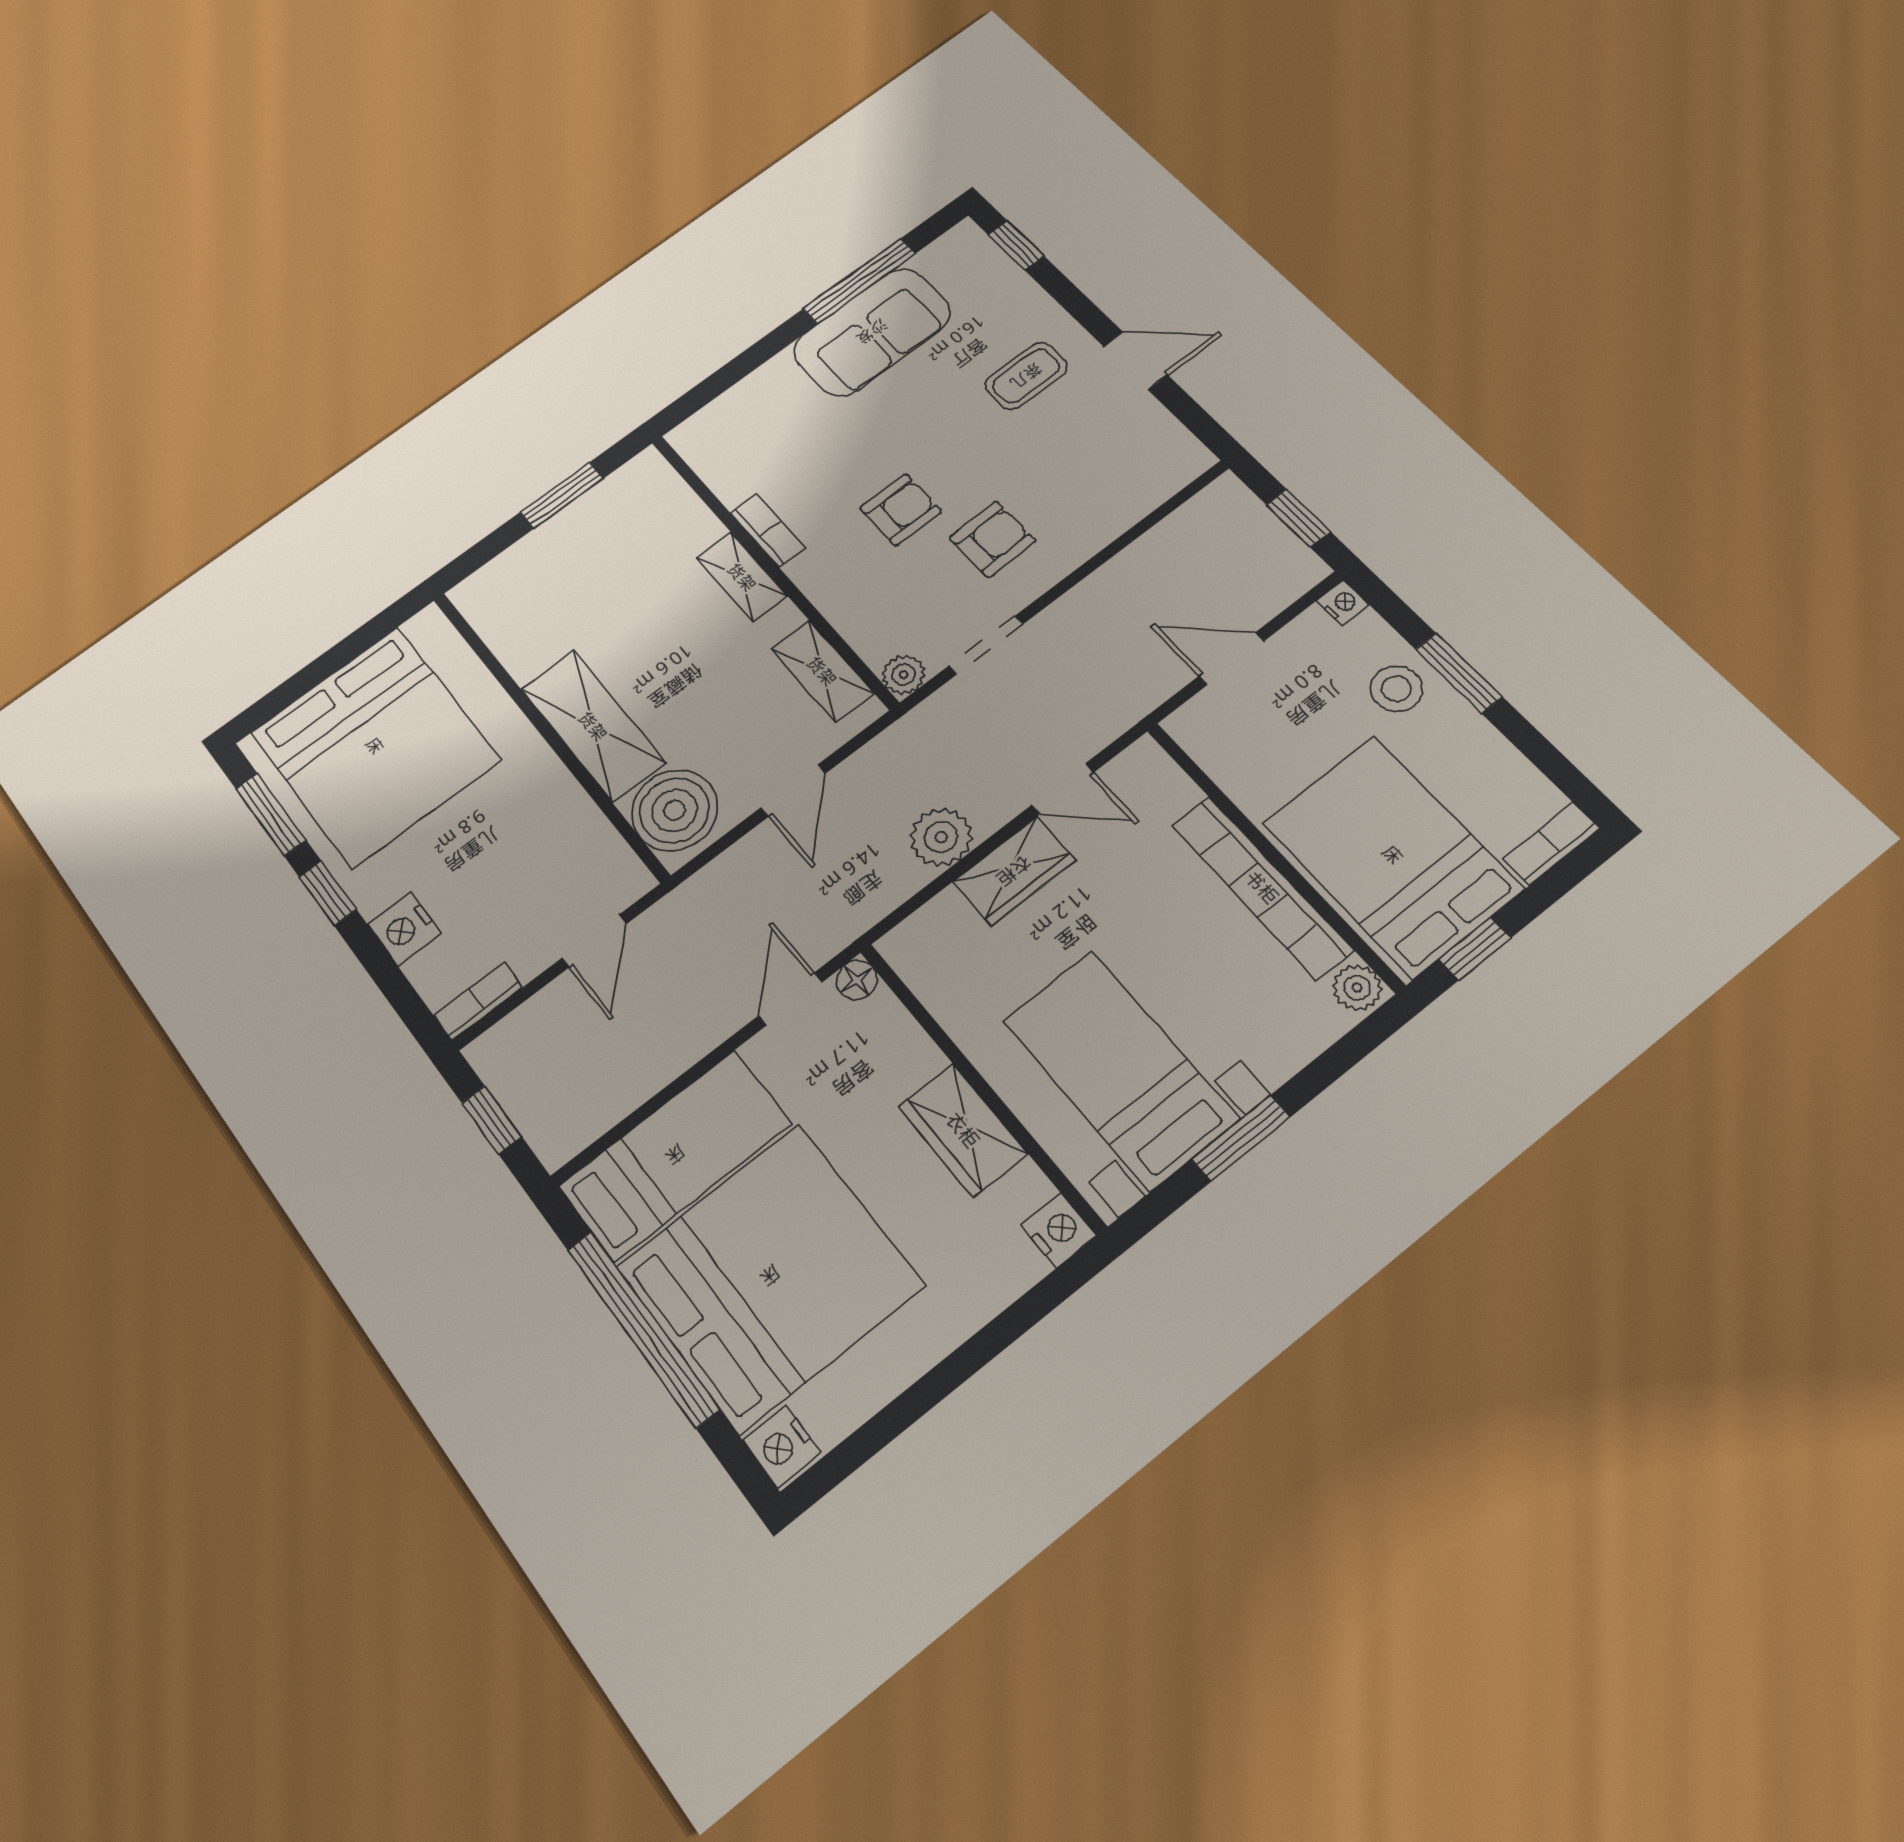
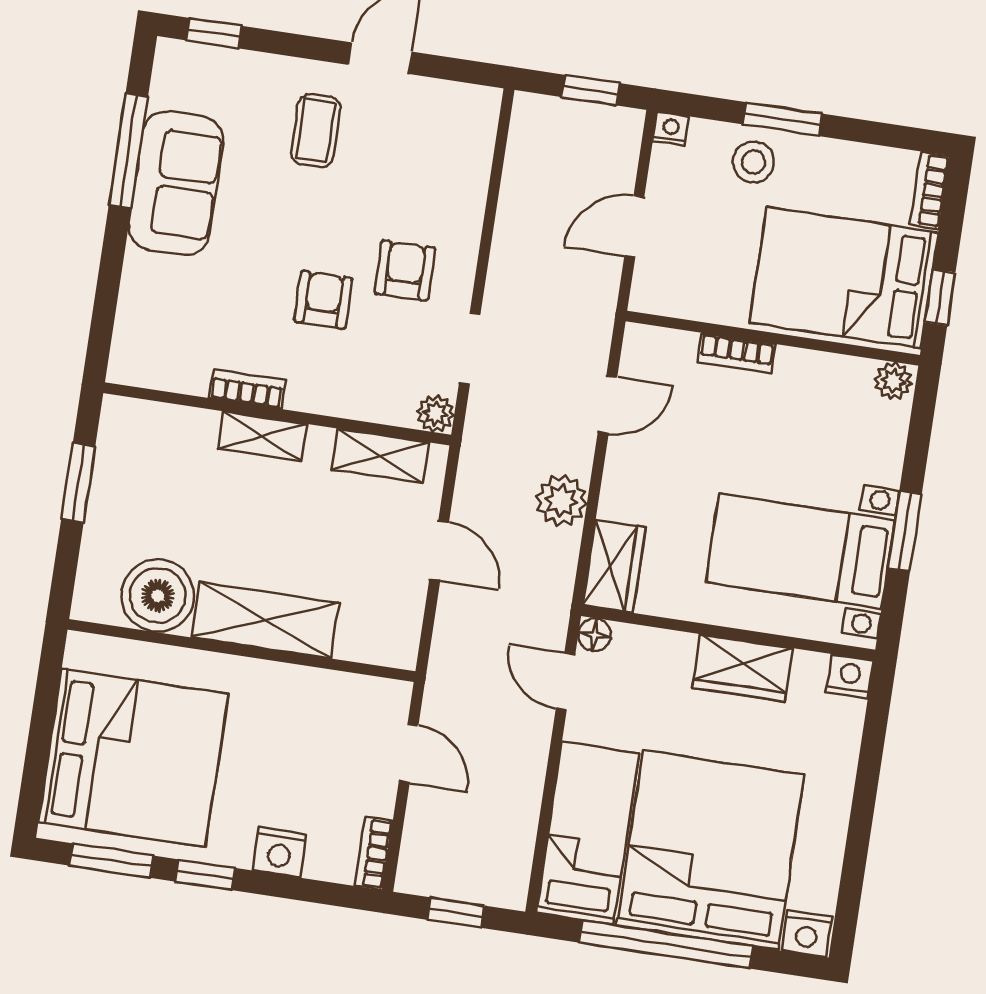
boiler: (675, 810) -> (158, 596), moved
wardrobe: (1014, 871) -> (614, 566), moved
bookcase: (1262, 887) -> (736, 353), width x0.43, depth x0.76

